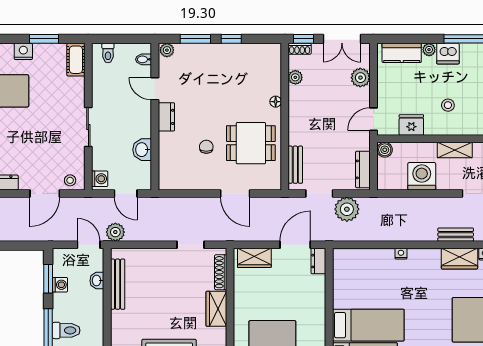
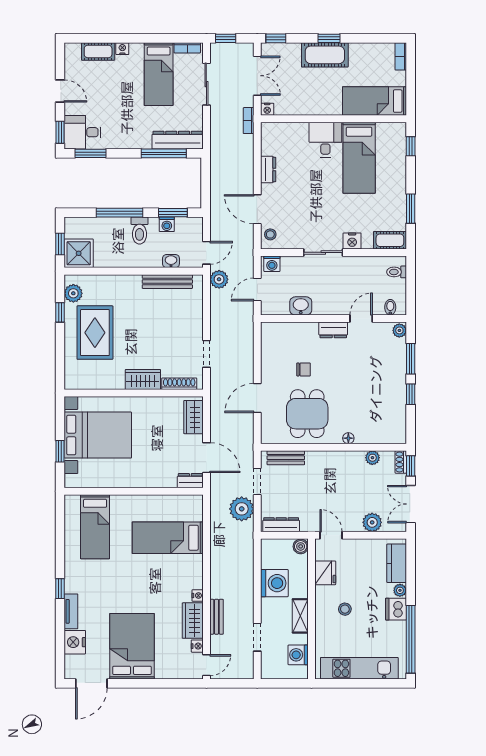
nightstand: (23, 51) -> (352, 241), moved, turned 90
nightstand: (401, 254) -> (198, 595), moved
bed: (368, 325) -> (168, 538), moved, turned 90
toilet: (66, 330) -> (140, 231), moved

